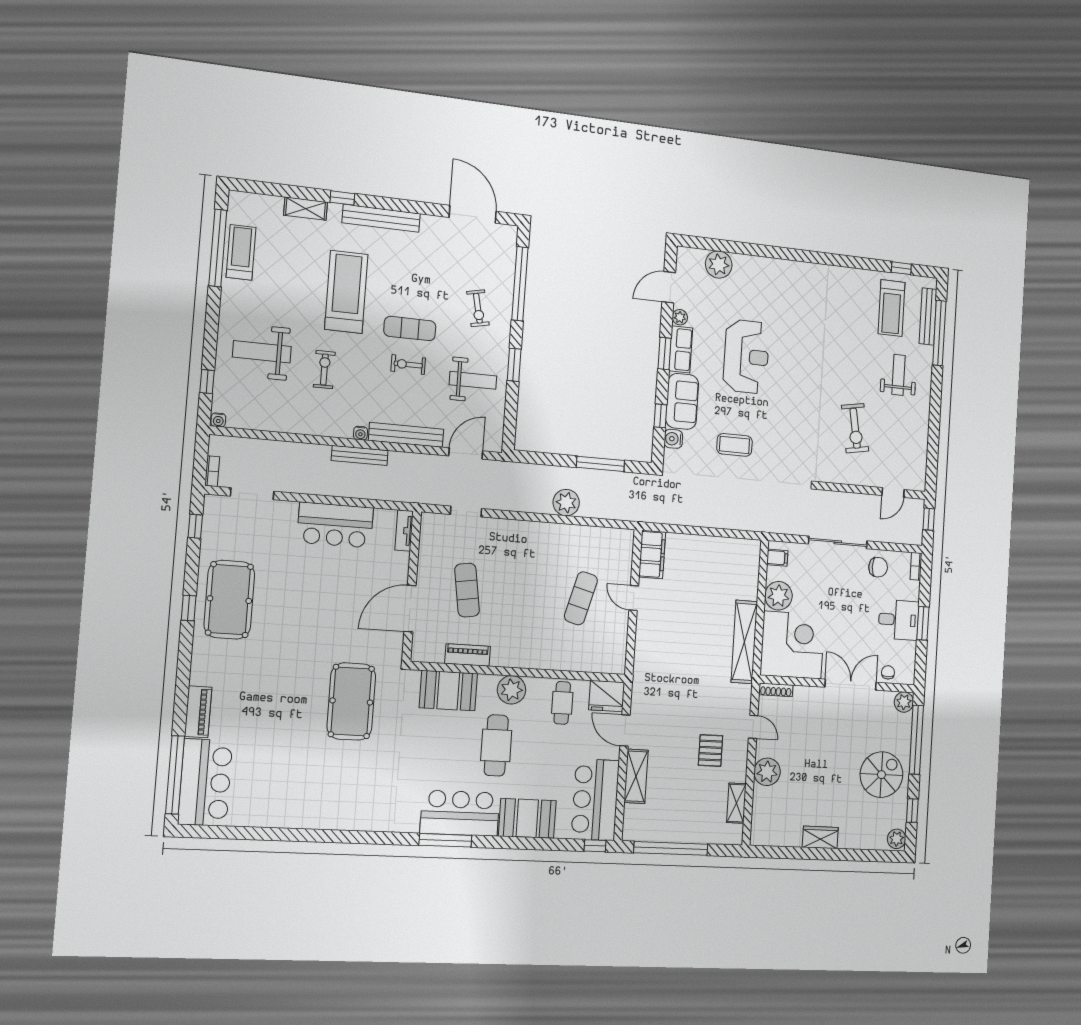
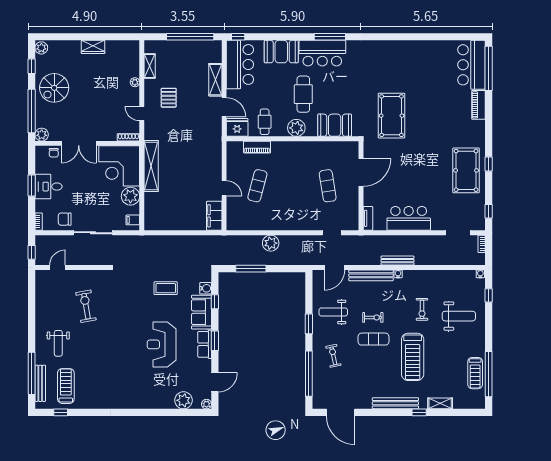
plant: (680, 317) -> (207, 404), moved
piano: (468, 655) -> (257, 147), moved
plant: (767, 772) -> (135, 82), width x0.53, depth x0.53

